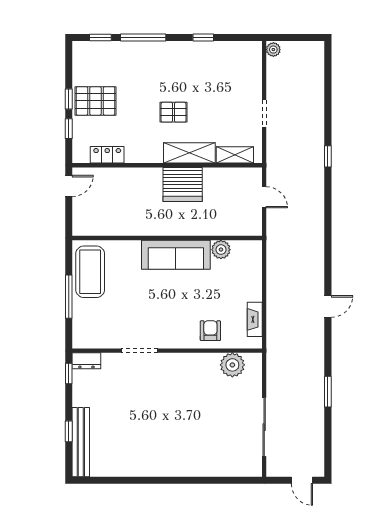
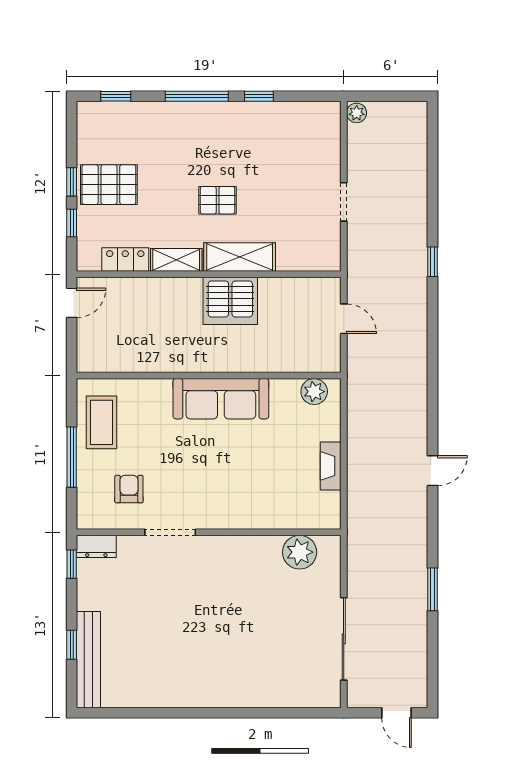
window: (143, 37) -> (197, 96), moved
shelving: (235, 155) -> (176, 260), moved
plant: (221, 250) -> (314, 392), moved
coffee table: (90, 272) -> (101, 422), width x0.73, depth x0.76
fireplace: (255, 319) -> (331, 466), moved
armchair: (210, 331) -> (129, 489), moved

